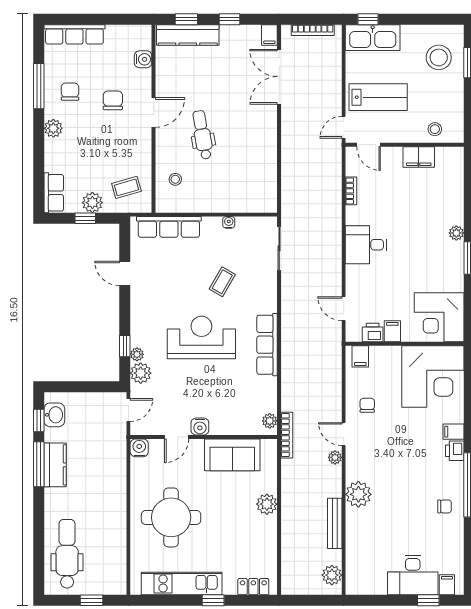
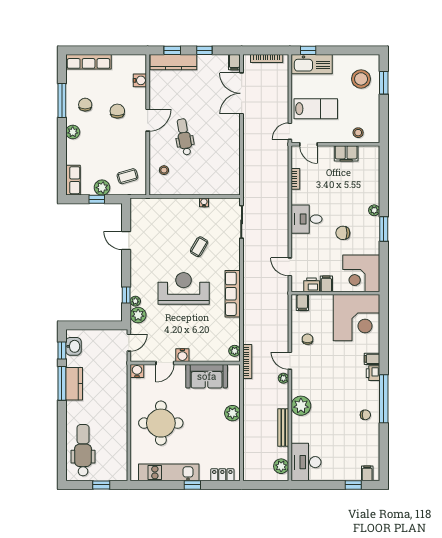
row of seats: (169, 227) -> (159, 206), removed
chair: (414, 263) -> (343, 233), added
desk: (413, 575) -> (306, 462), moved, turned 90

